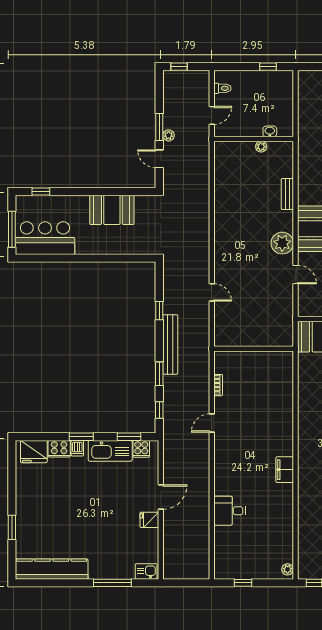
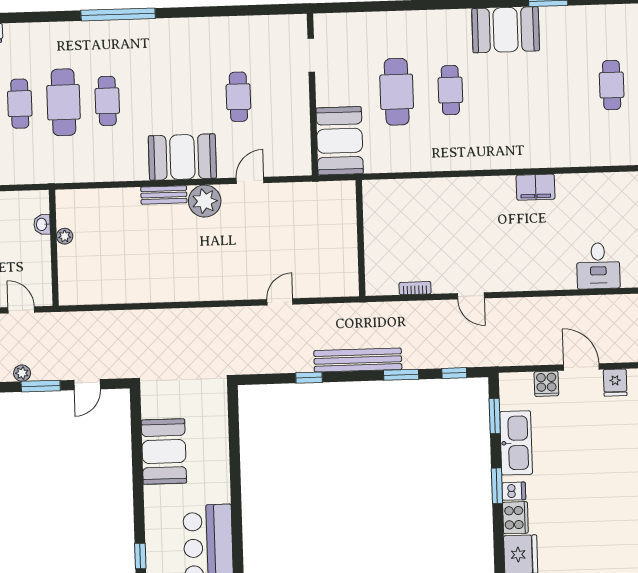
plant: (169, 135) -> (22, 373), moved
bench: (287, 194) -> (164, 195), moved
cooker: (141, 449) -> (546, 384), moved, turned 90

